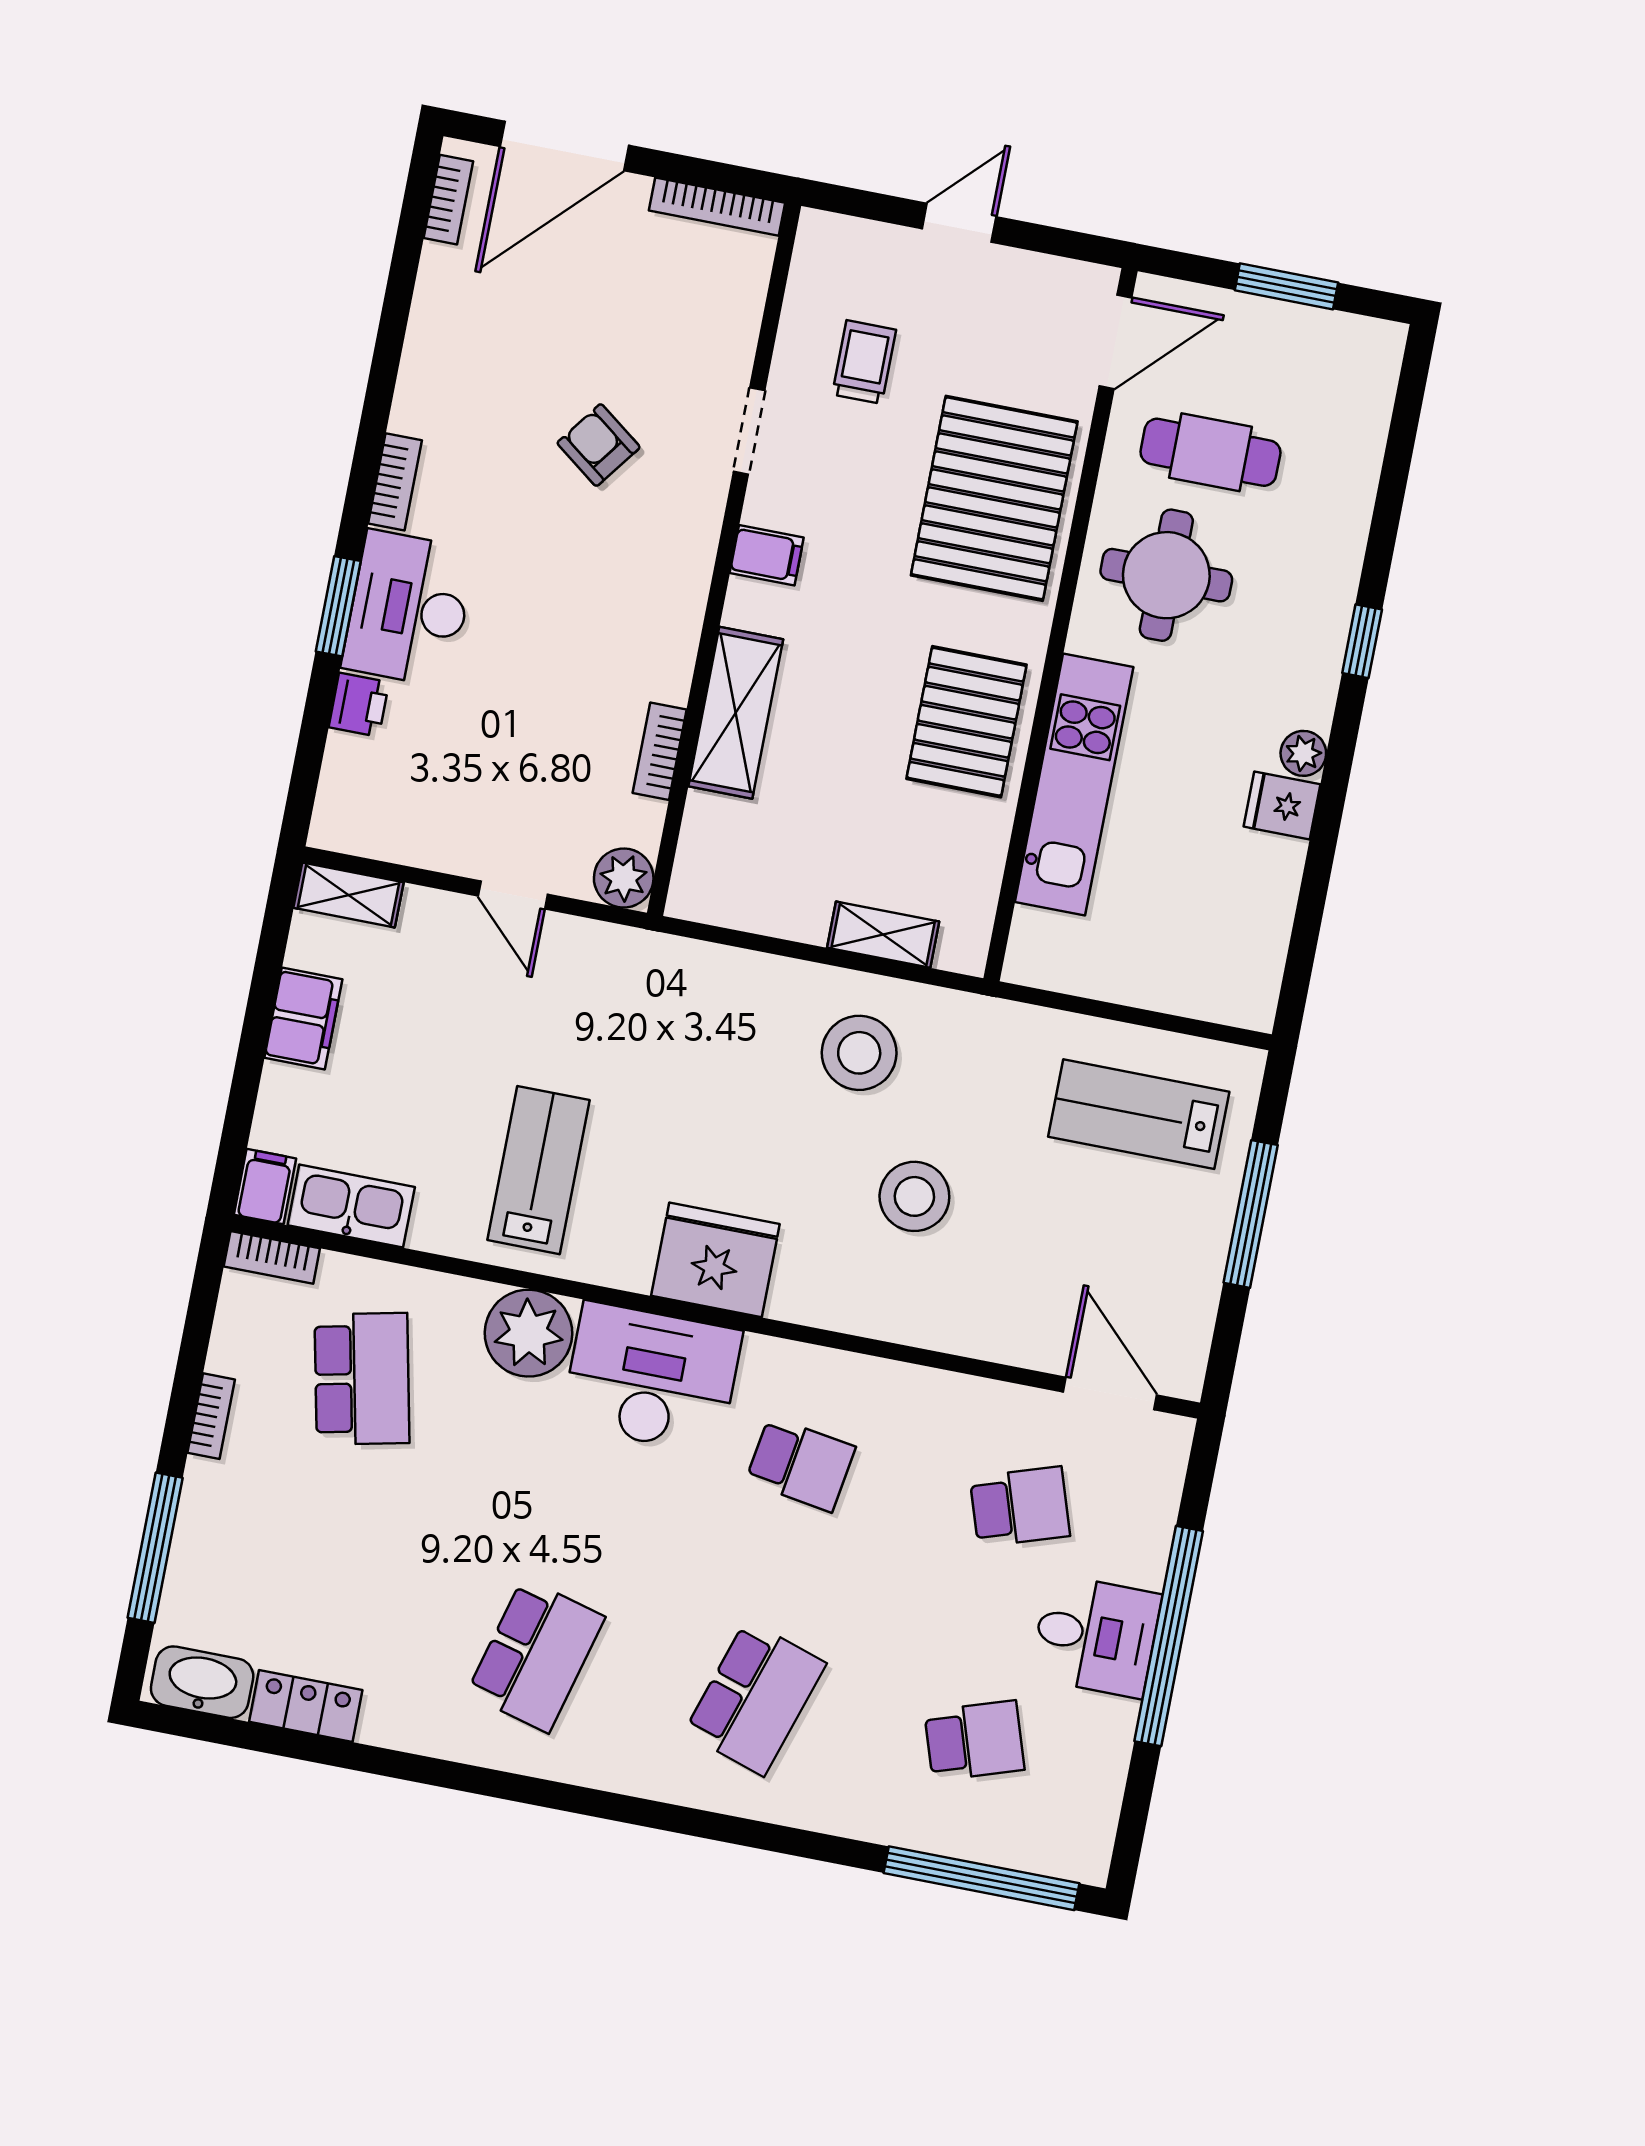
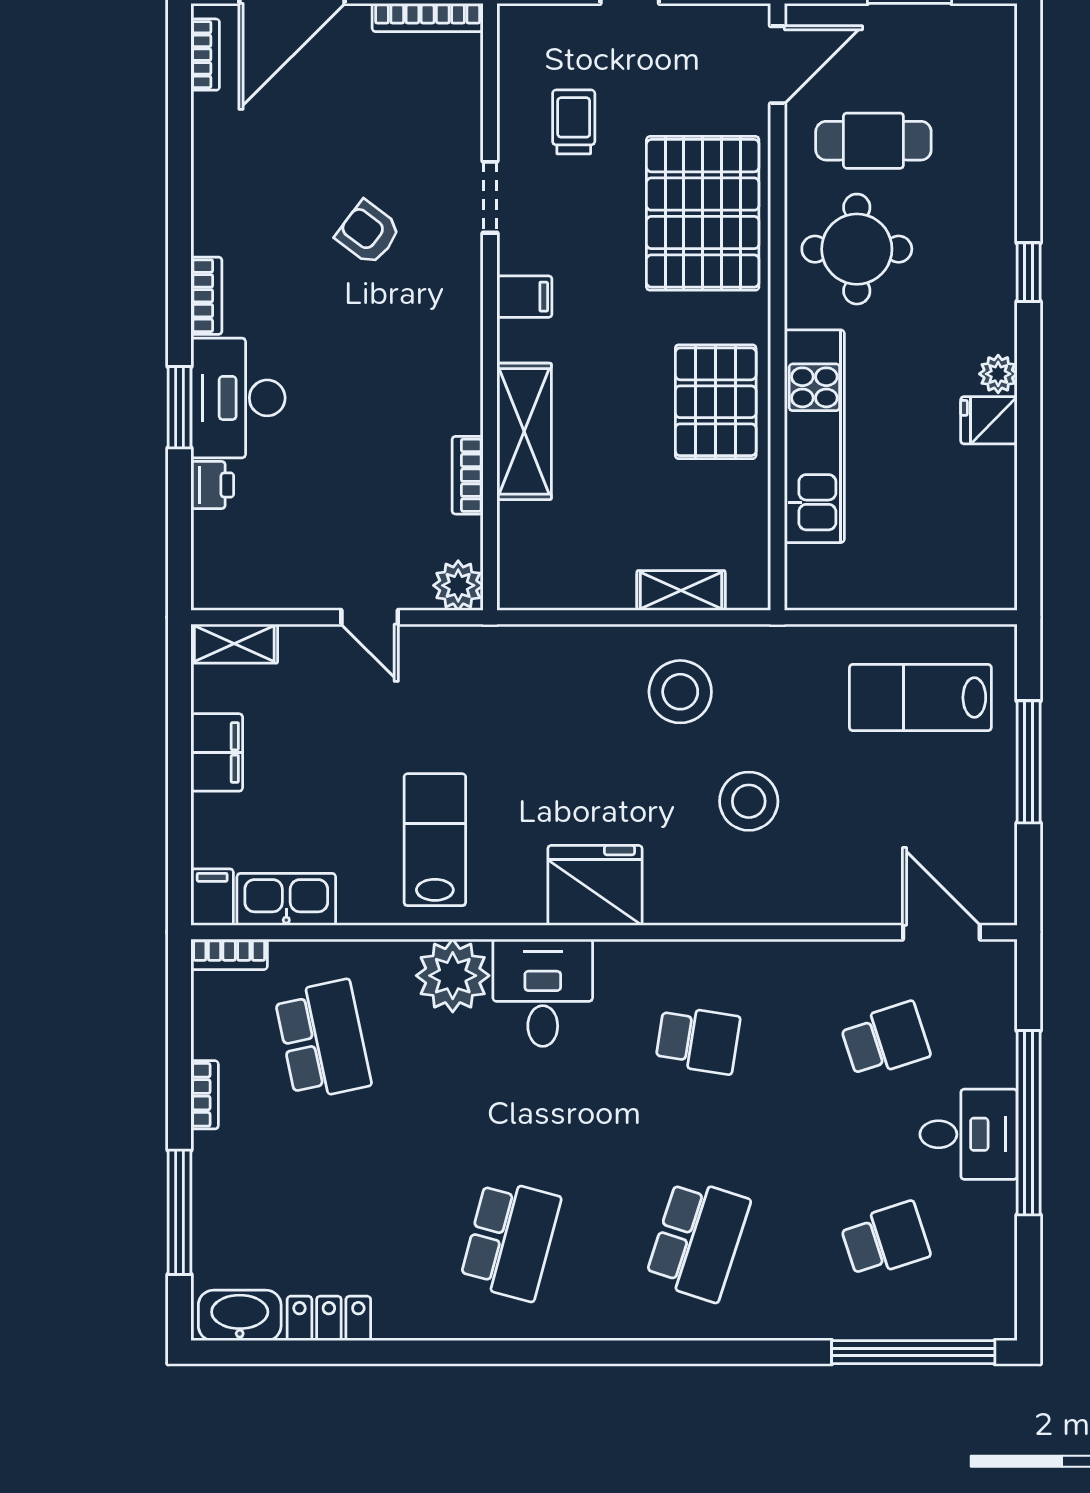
desk: (652, 1378) -> (543, 993), width x0.73

